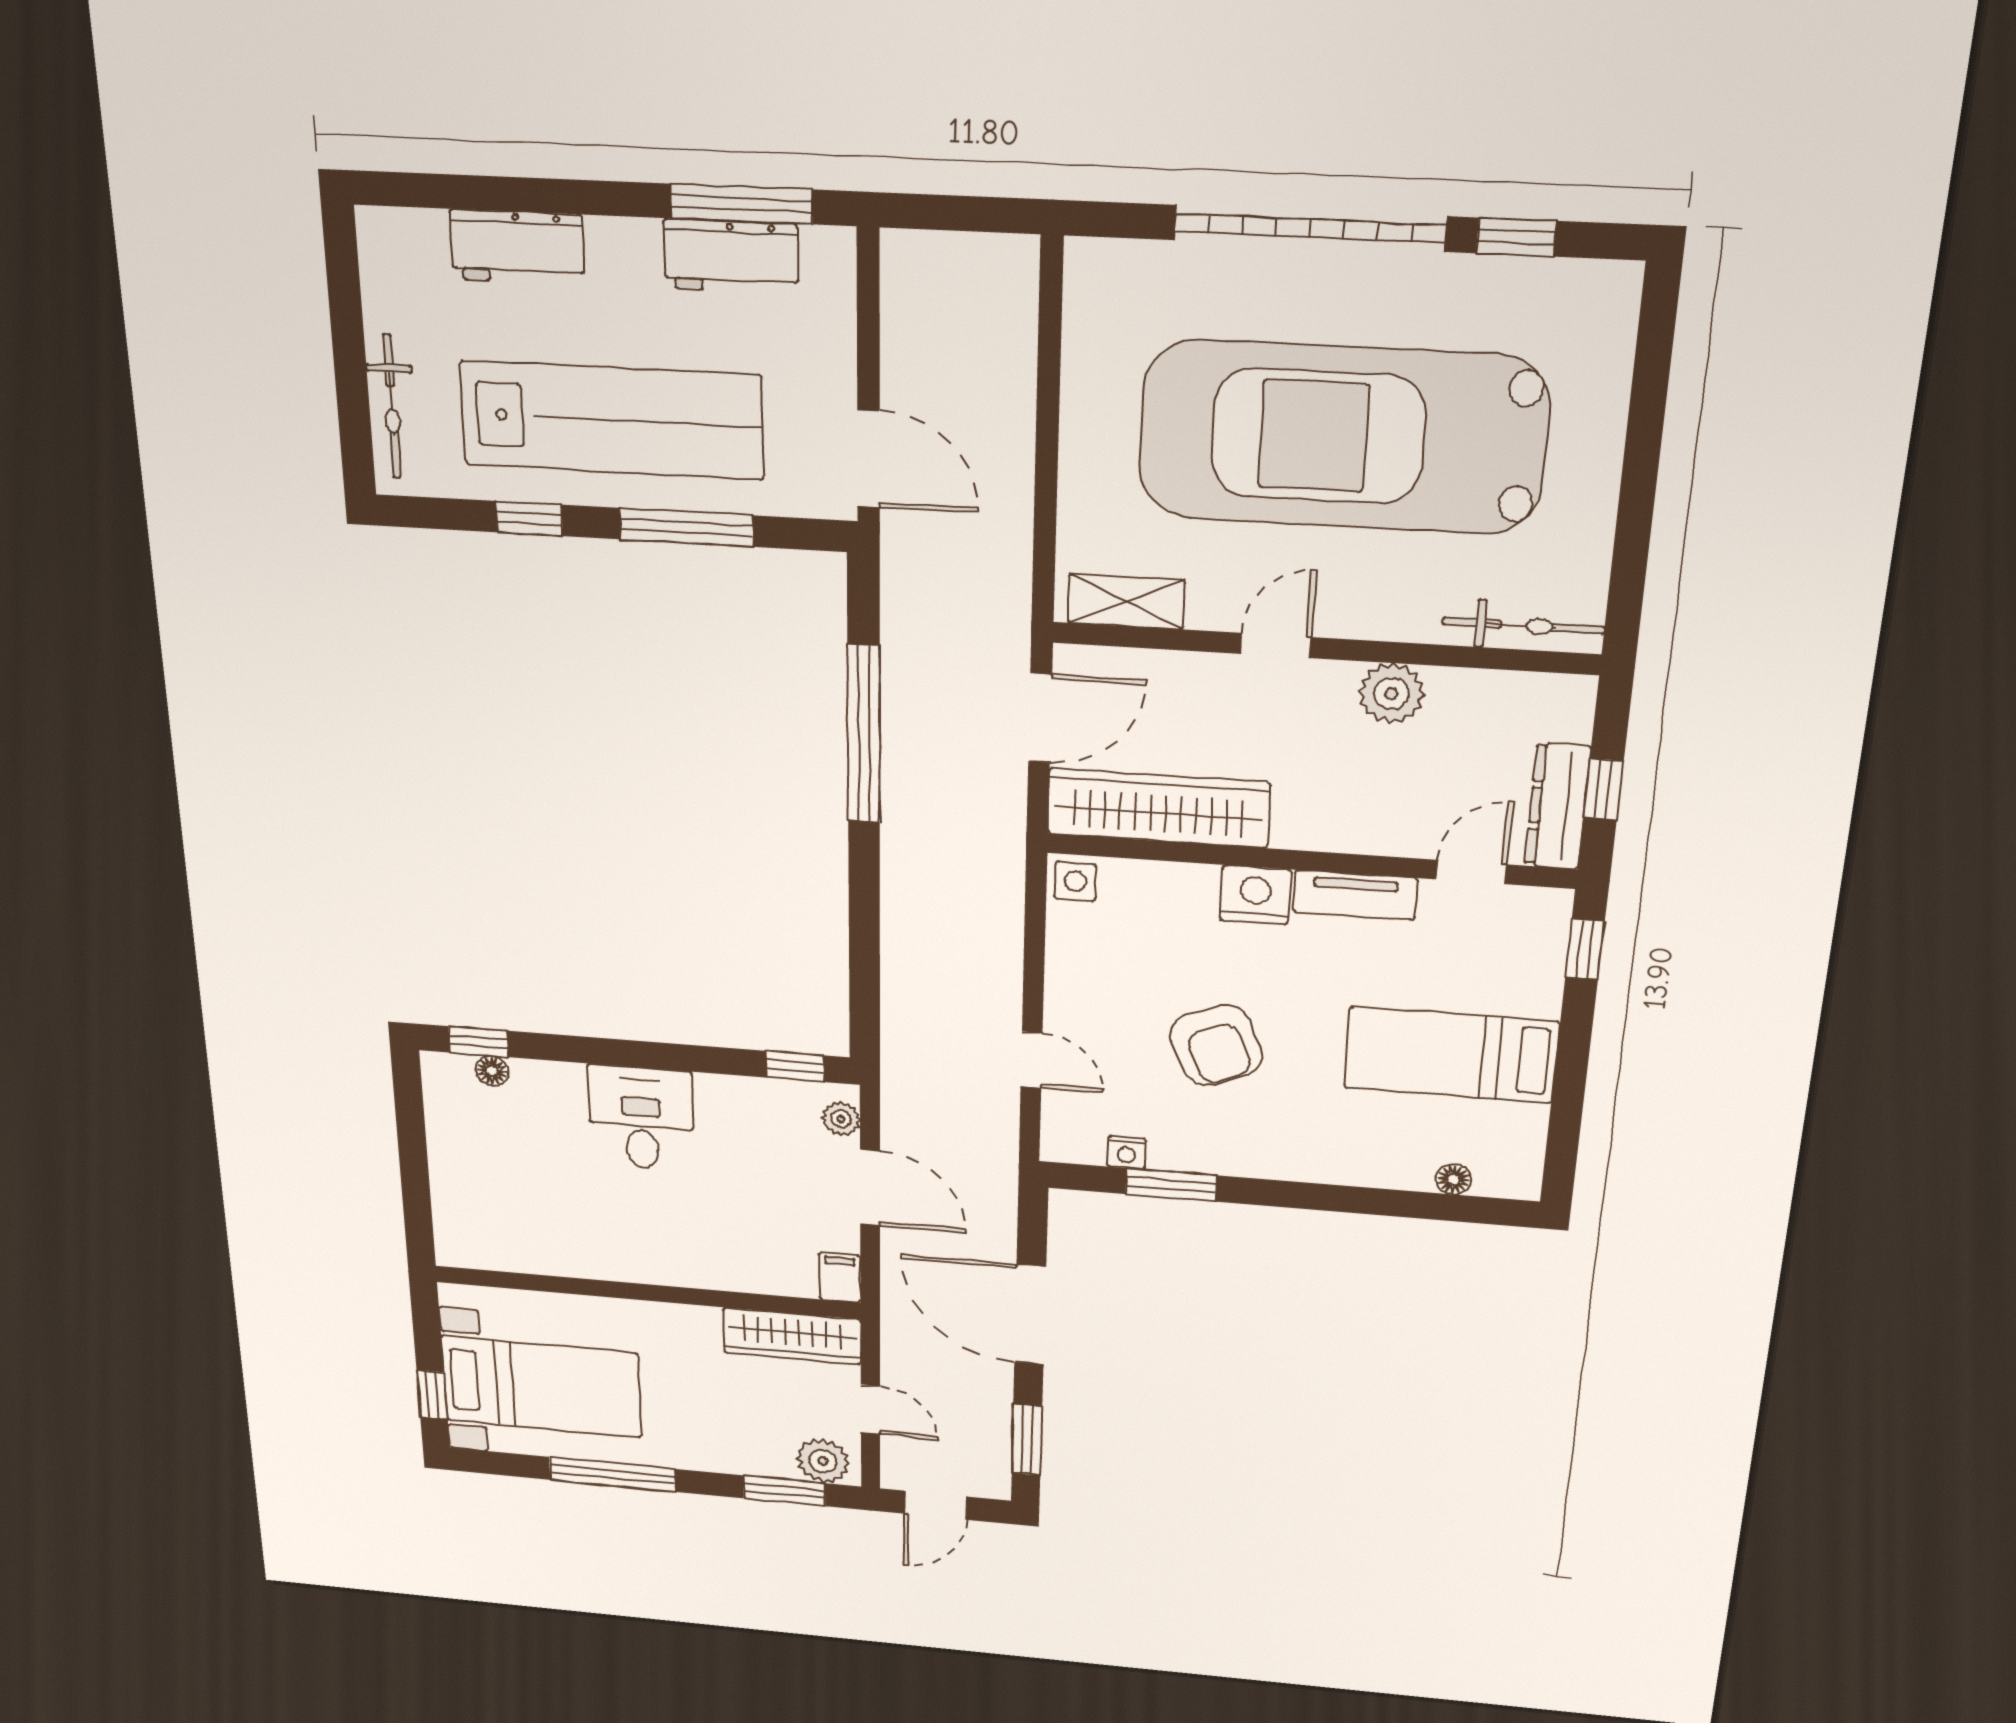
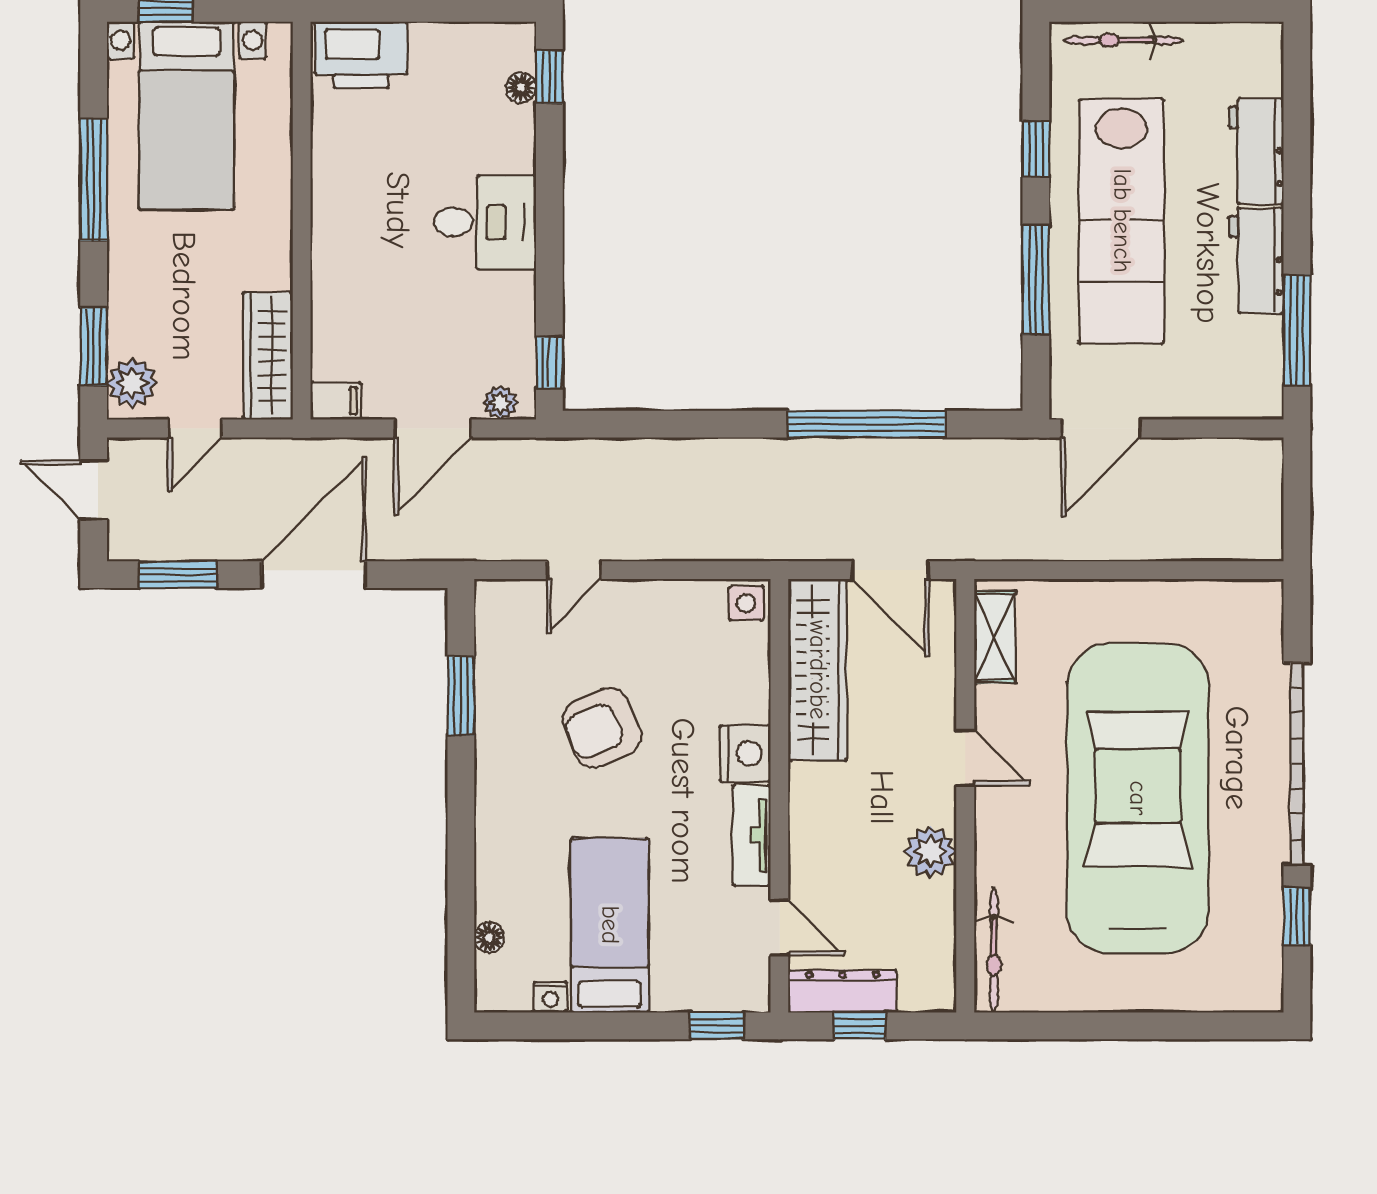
workbench: (731, 256) -> (1256, 260), moved
nightstand: (1126, 1152) -> (551, 997), moved, turned -90
printer: (467, 1222) -> (361, 55), added

